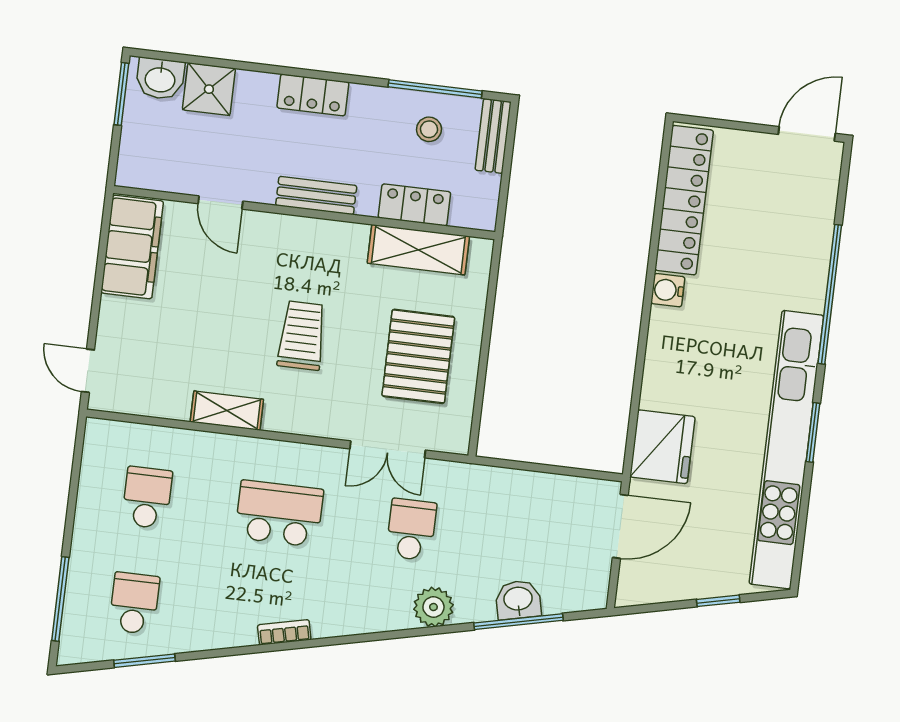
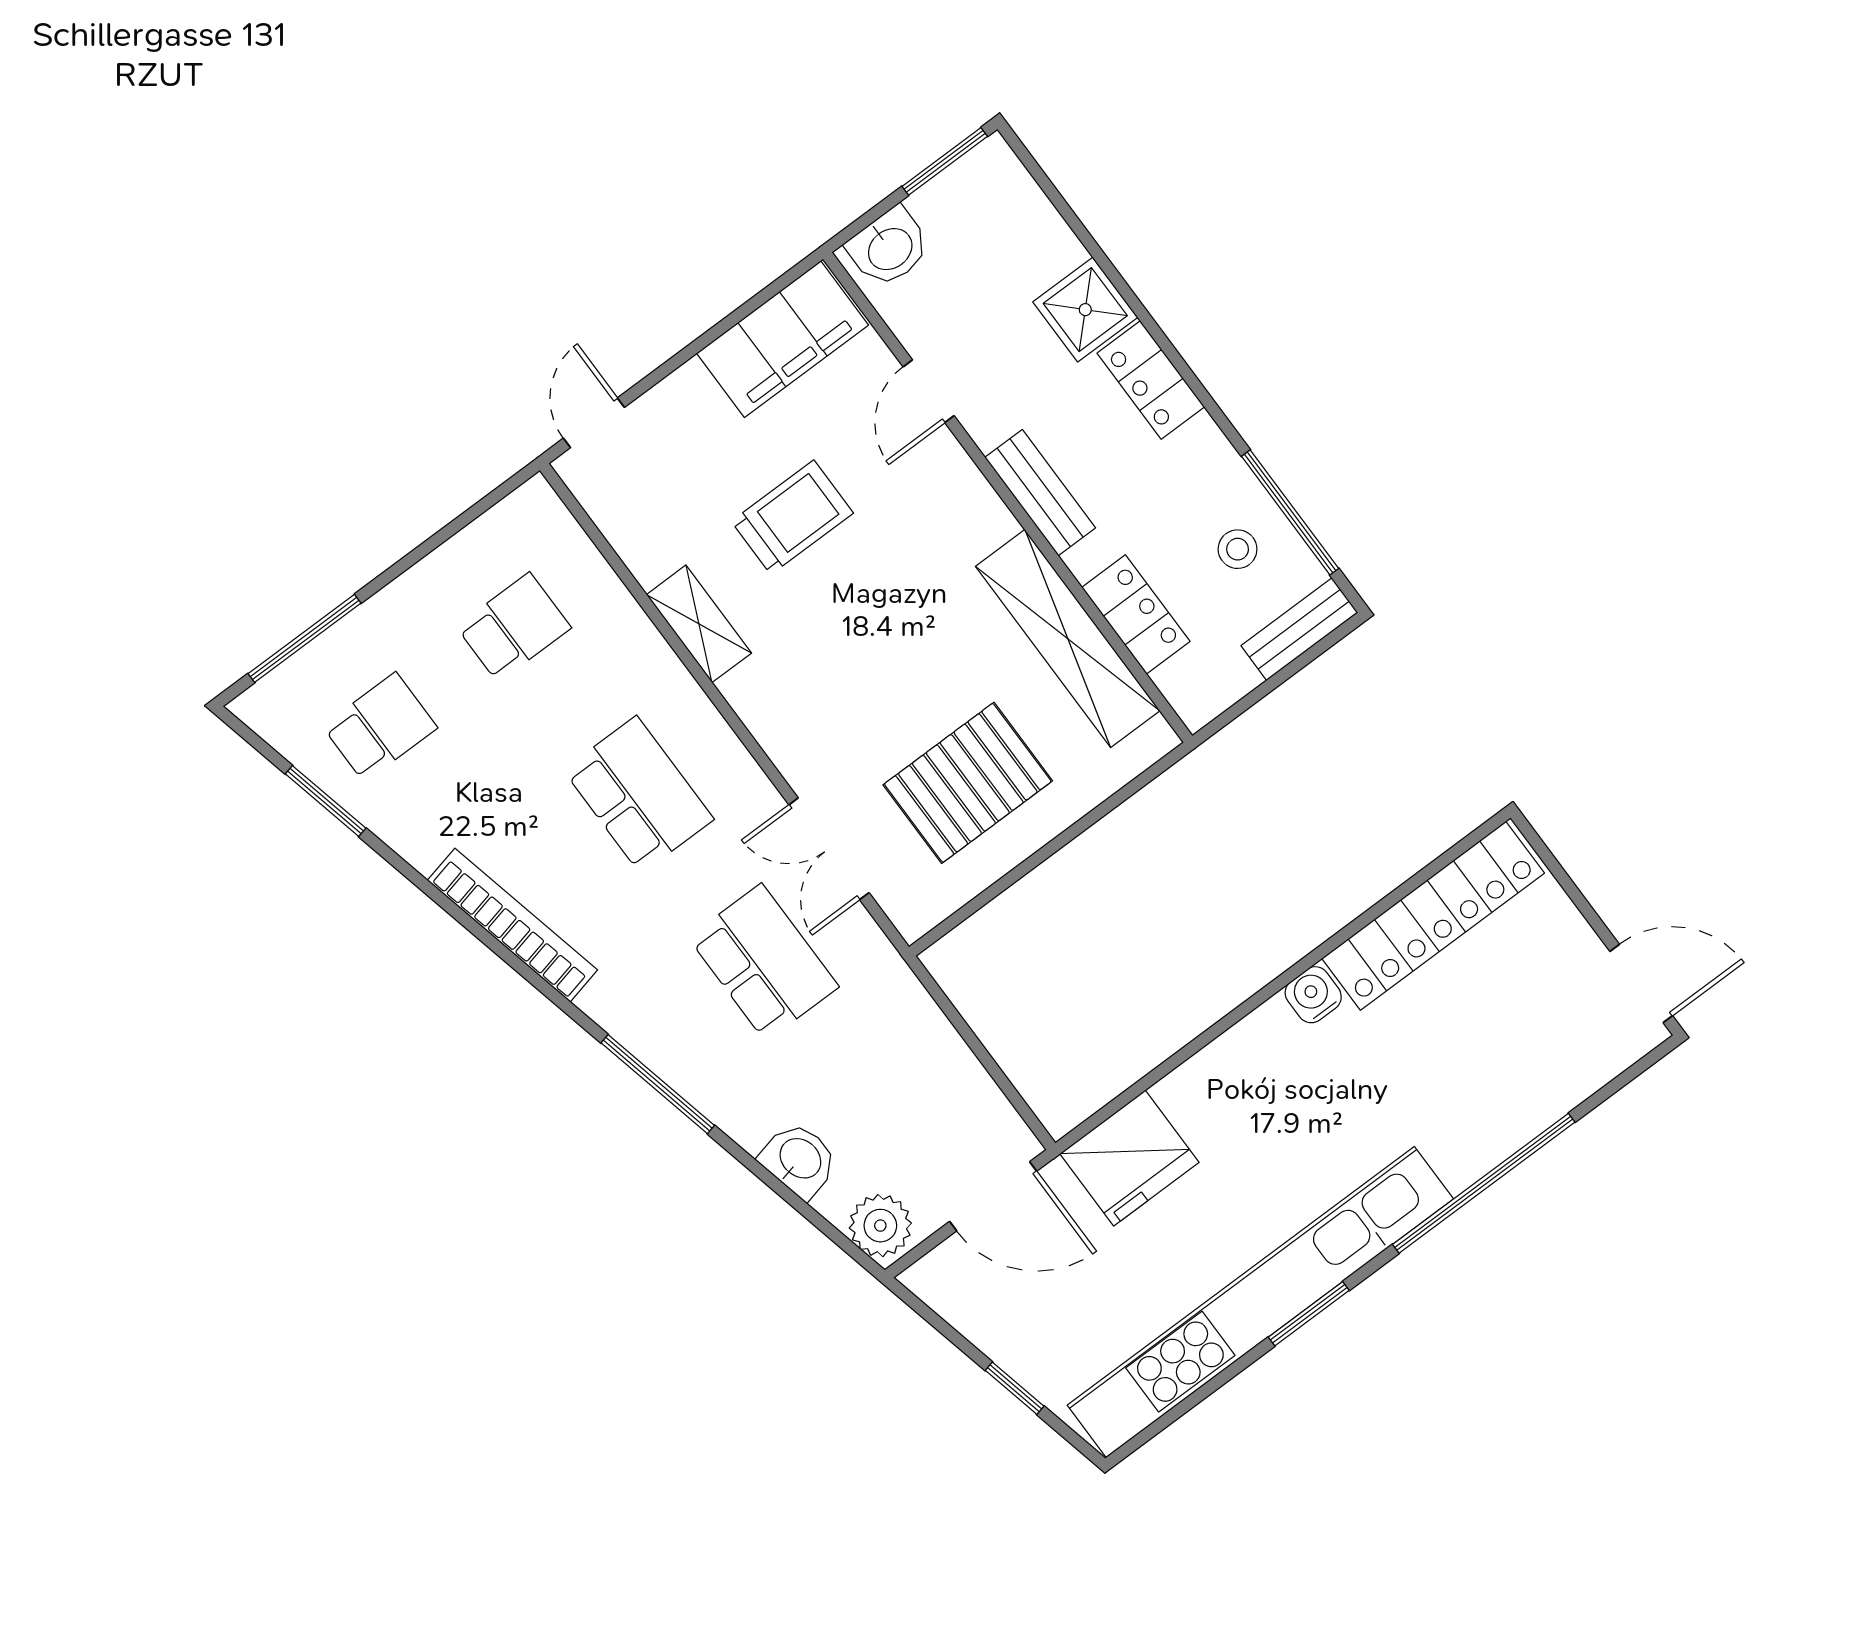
washbasin: (160, 79) -> (889, 248), moved, turned -90
shower: (209, 89) -> (1085, 310), moved
shelving: (418, 250) -> (1068, 639), width x1.47
trolley: (302, 335) -> (792, 517), moved
school desk: (411, 530) -> (763, 962), width x1.85
plant: (433, 607) -> (880, 1226), moved
window: (518, 622) -> (658, 1084), moved
bookcase: (284, 632) -> (512, 925), width x2.31, depth x1.31

